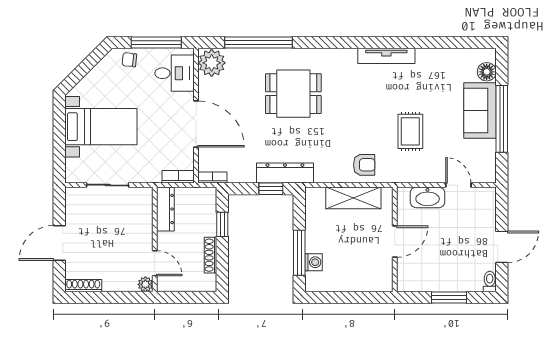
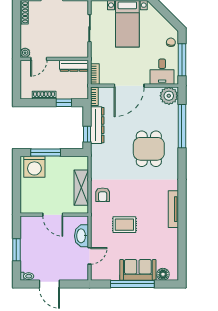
dresser: (285, 173) -> (97, 125), moved
washing machine: (313, 262) -> (34, 167), width x1.89, depth x1.89

